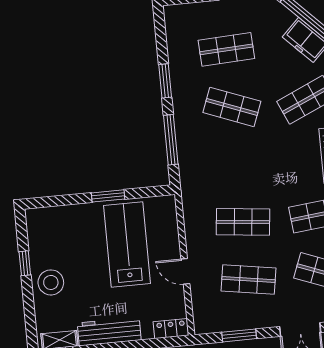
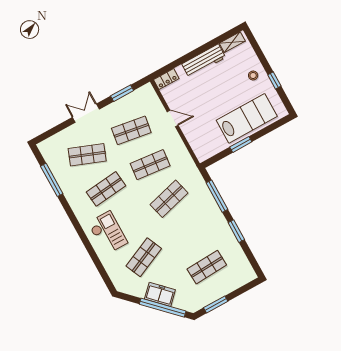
shop shelf: (232, 107) -> (169, 199), moved, turned -36
lab bench: (127, 245) -> (247, 118), moved, turned -90
stool: (51, 282) -> (253, 75), width x0.53, depth x0.53

